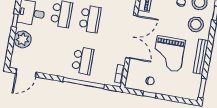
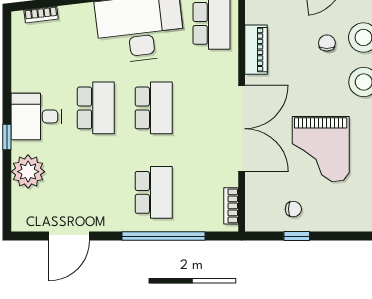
door: (26, 73) -> (69, 236), moved

